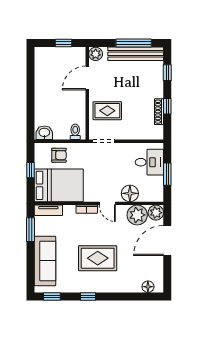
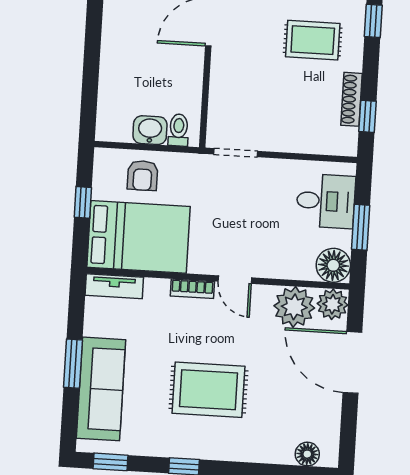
window: (167, 106) -> (367, 116), moved
rug: (107, 111) -> (313, 40), moved
washbasin: (44, 133) -> (150, 130), moved
armchair: (59, 155) -> (143, 176), turned 90
floor lamp: (130, 193) -> (333, 265), moved
window: (30, 230) -> (73, 364), moved
door: (167, 240) -> (352, 362), hinge flipped

